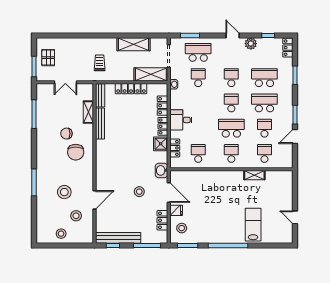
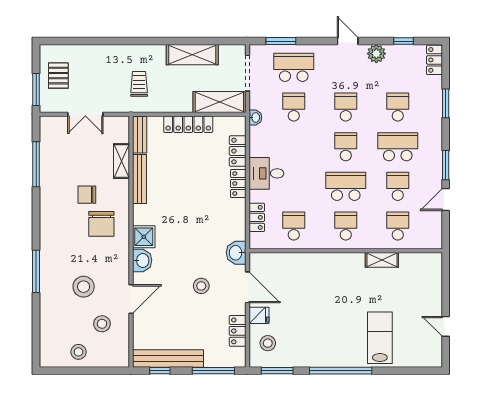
school desk: (264, 78) -> (398, 107), width x0.54
shower: (161, 144) -> (144, 237), moved
washbasin: (102, 175) -> (142, 260), added

